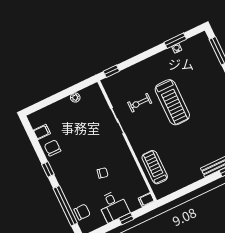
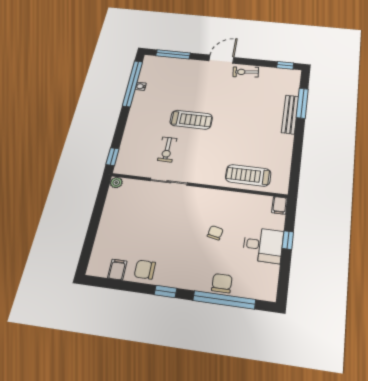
window: (175, 41) -> (133, 84), width x2.11
plant: (75, 98) -> (116, 183), moved
treadmill: (172, 102) -> (191, 120), width x0.73, depth x0.73
chair: (82, 212) -> (222, 283), moved

